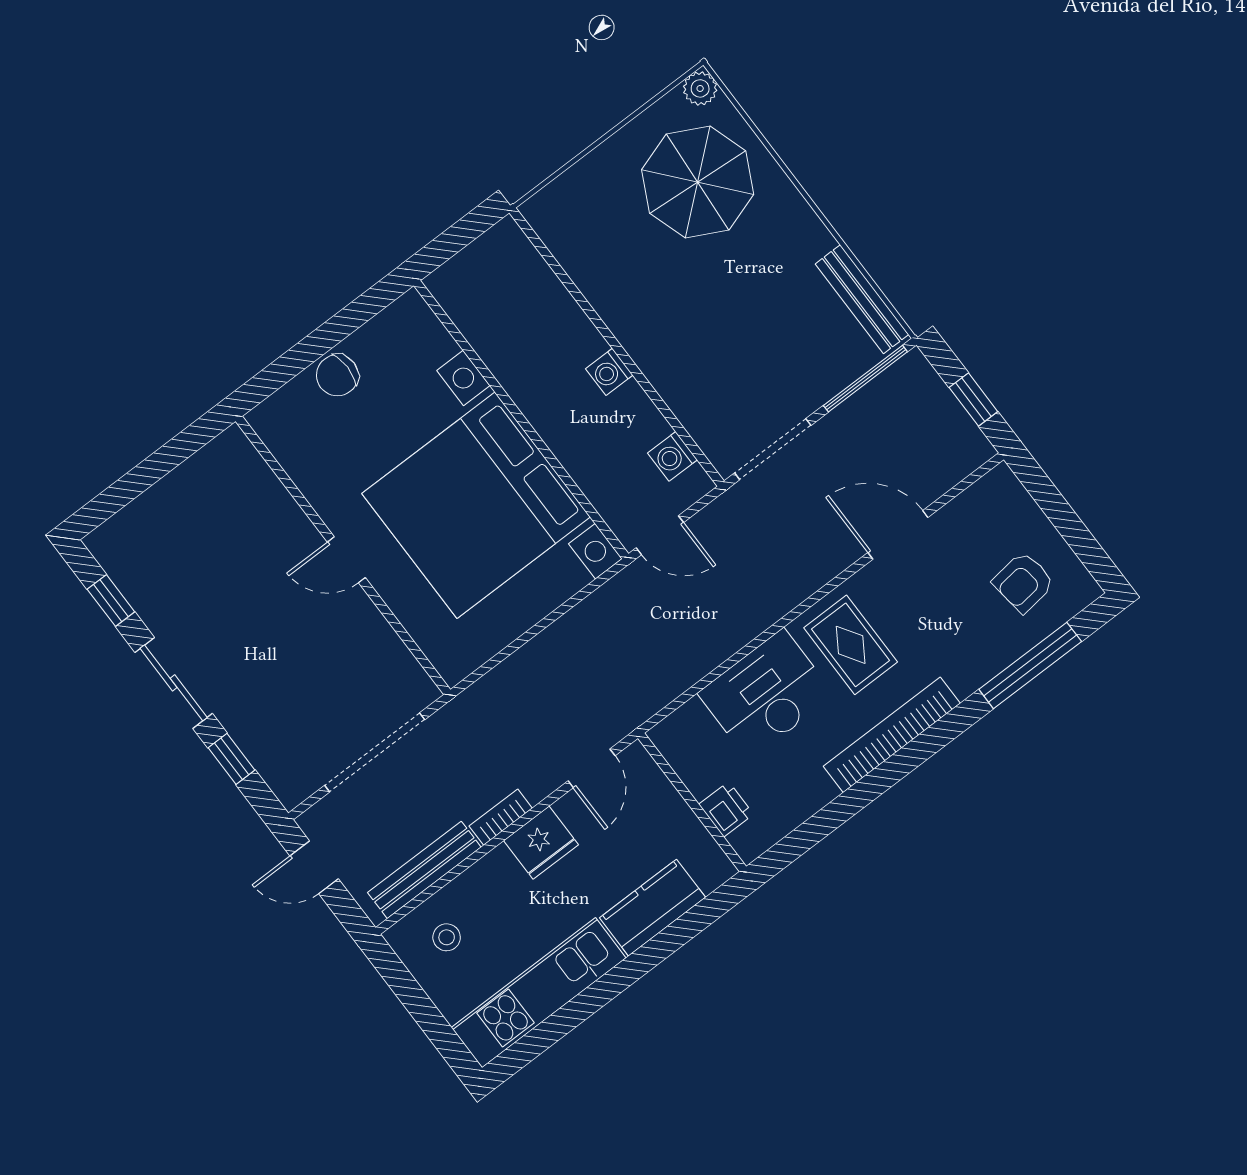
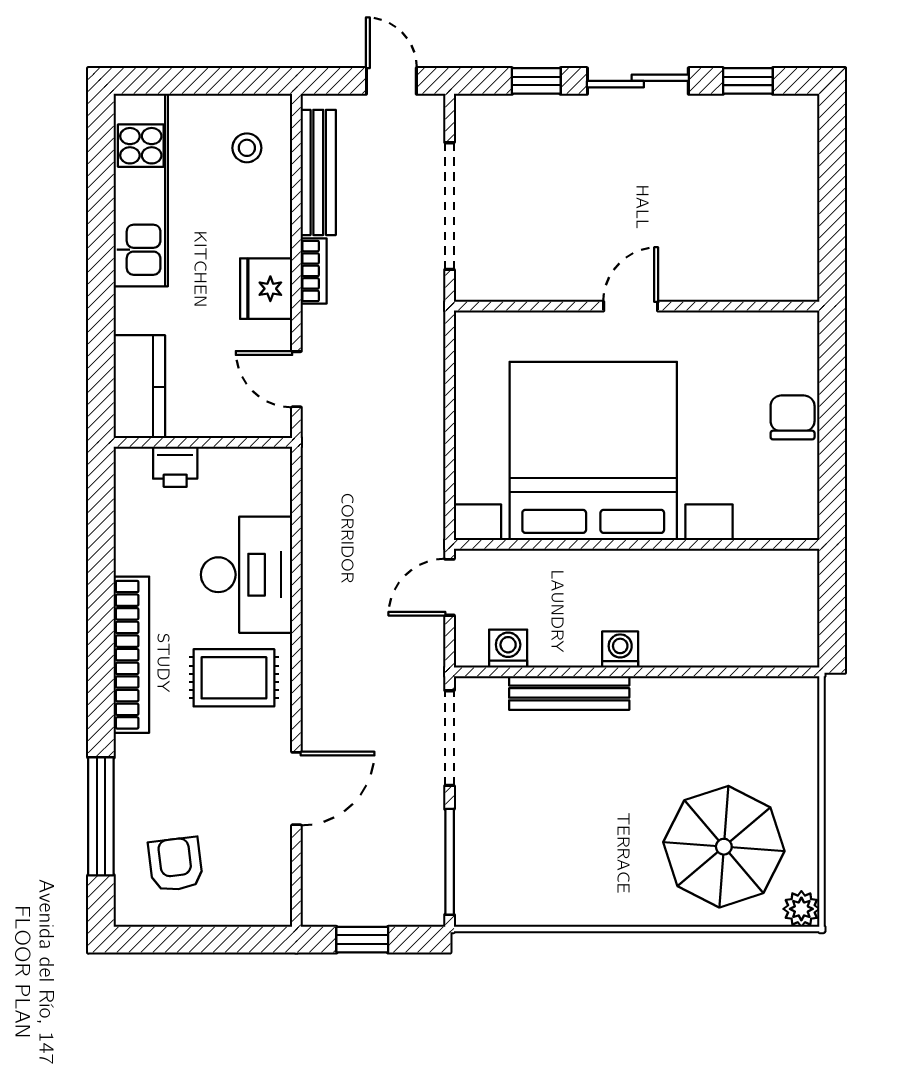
bench: (862, 299) -> (569, 693), moved
door: (314, 867) -> (391, 81), hinge flipped
kitchen counter: (653, 908) -> (139, 387), moved

